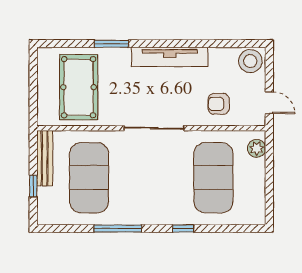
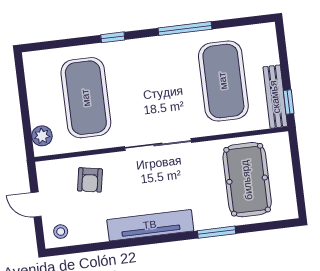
stool: (250, 61) -> (61, 232), width x0.53, depth x0.53
door: (269, 103) -> (36, 204), moved
armchair: (219, 104) -> (90, 180), turned 100
window: (33, 186) -> (289, 102), moved

